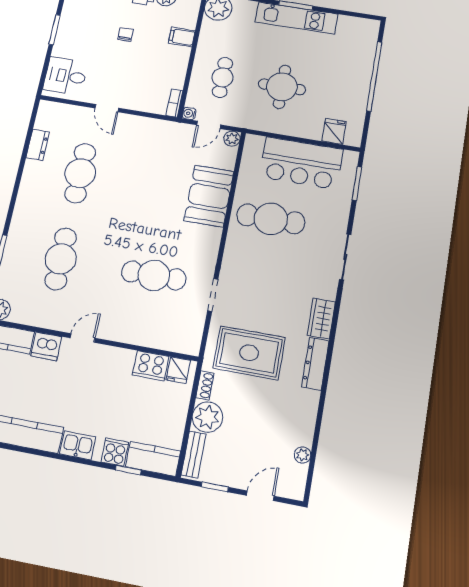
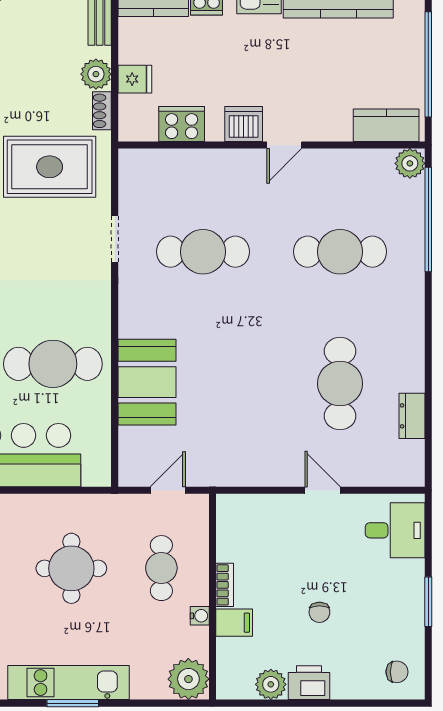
bookcase: (174, 103) -> (225, 585), moved
water cooler: (189, 113) -> (200, 616), moved
plant: (232, 139) -> (130, 475), removed
cafe table: (61, 259) -> (340, 252), turned 90
dishwasher: (46, 346) -> (244, 124), moved
fridge: (178, 370) -> (135, 79), moved, turned 90
plant: (207, 417) -> (96, 74), width x0.73, depth x0.73

